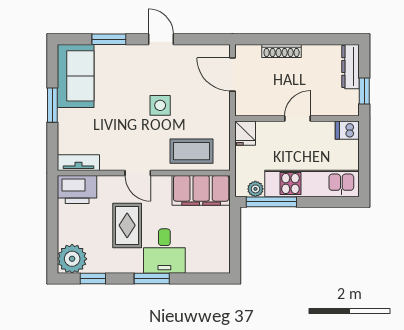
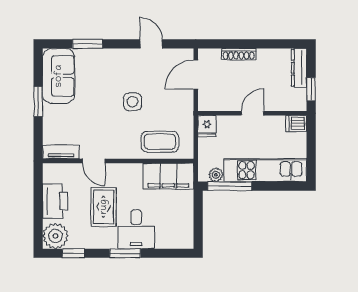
door: (161, 39) -> (151, 44), moved
door: (233, 74) -> (196, 75), hinge flipped
door: (138, 173) -> (94, 161), moved
printer: (77, 190) -> (55, 201), moved, turned -90

